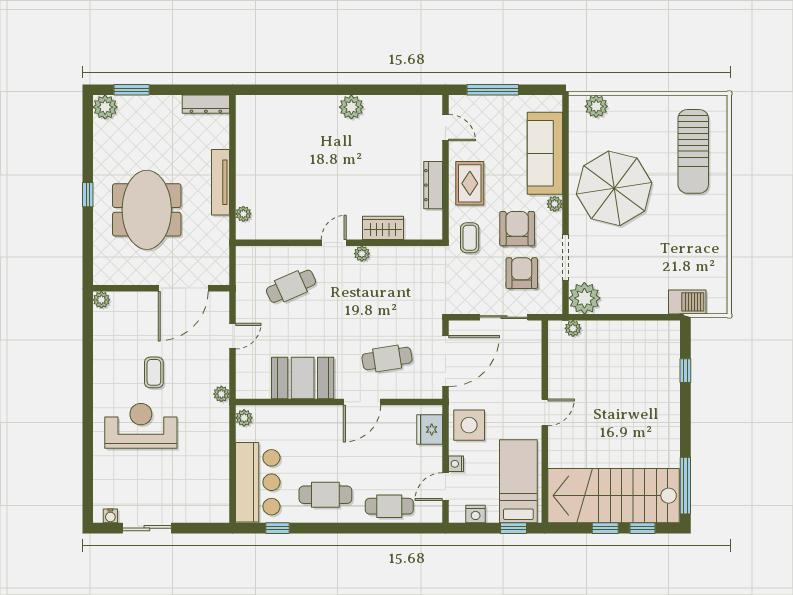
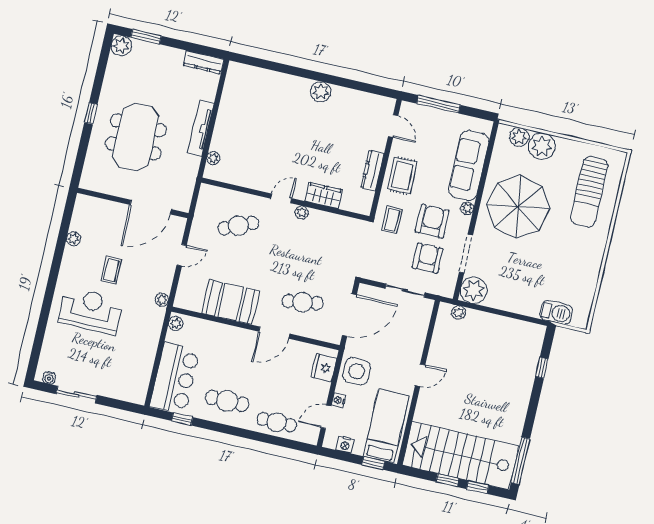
plant: (625, 111) -> (542, 146), added
plant: (101, 300) -> (74, 239), moved

